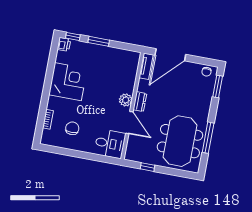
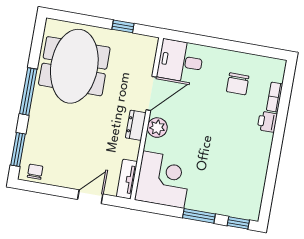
printer: (64, 44) -> (267, 122), moved
door: (170, 55) -> (90, 197), width x0.53
corner desk: (68, 82) -> (163, 180), moved, turned 180
door: (129, 123) -> (151, 93), swing flipped
window: (208, 138) -> (28, 91), moved

